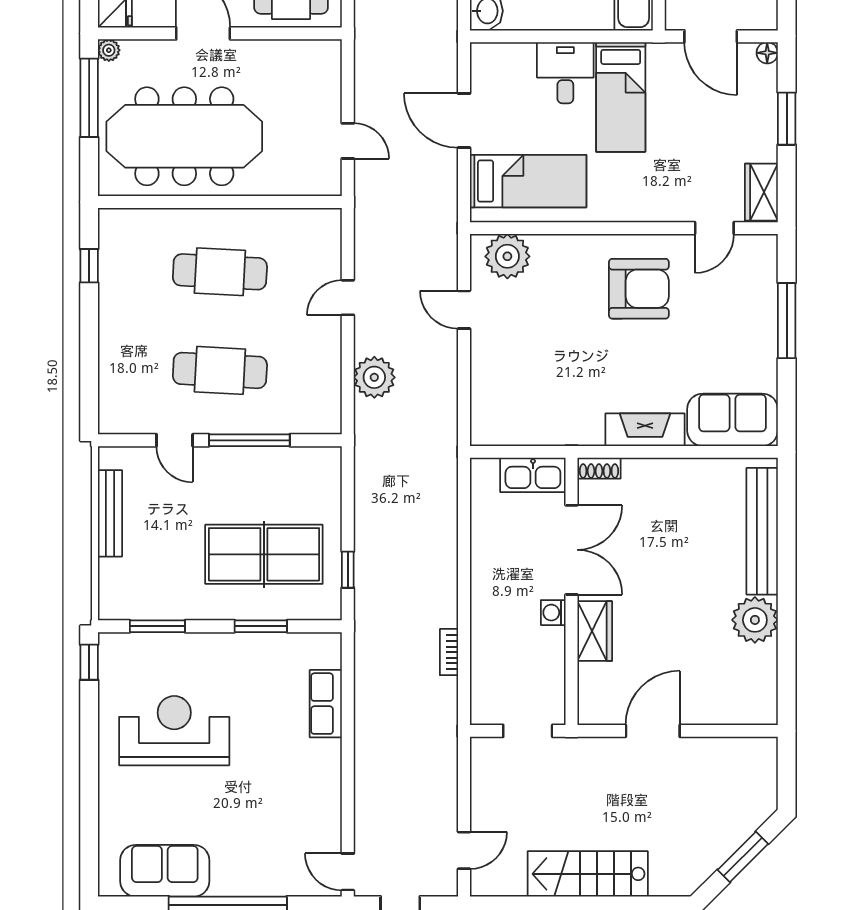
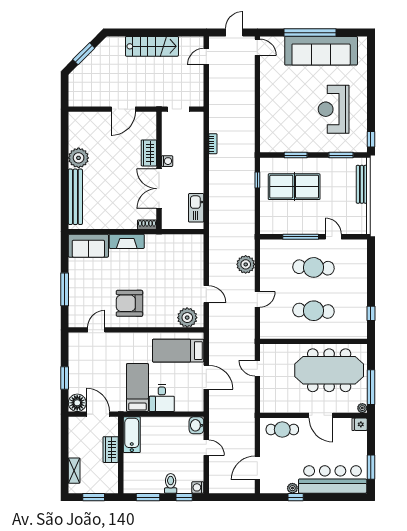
floor lamp: (767, 53) -> (77, 403), width x1.89, depth x1.89
wardrobe: (761, 192) -> (76, 346), removed
kitchen sink: (533, 475) -> (196, 208), moved, turned -90
bench: (110, 513) -> (362, 184), moved
row of seats: (326, 704) -> (267, 121), removed
reception desk: (174, 731) -> (334, 109), turned 90
sofa: (165, 871) -> (321, 51), width x1.85, depth x1.27

